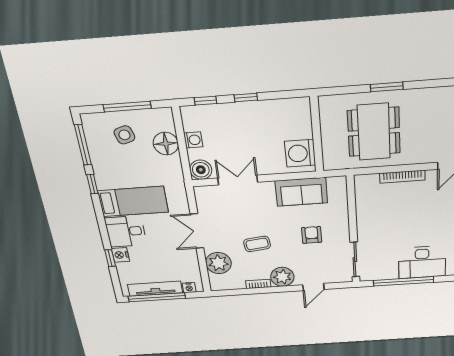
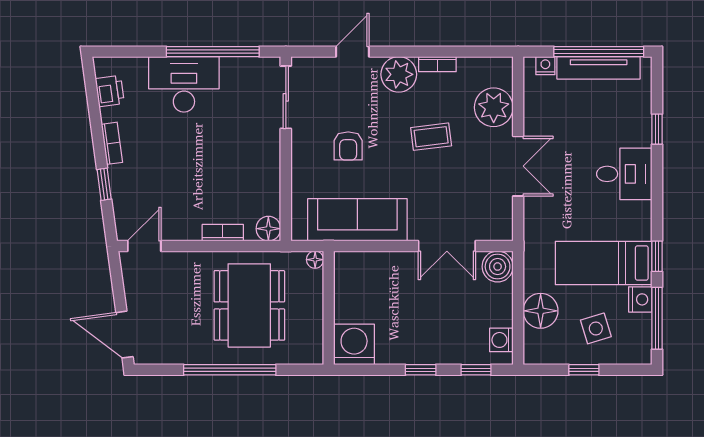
window: (387, 87) -> (230, 370), width x2.11
window: (127, 107) -> (584, 370), width x0.46
washing machine: (193, 140) -> (501, 340), moved
washing machine: (300, 153) -> (354, 344), moved, turned -90
floor lamp: (329, 165) -> (315, 260), added
bookcase: (402, 177) -> (223, 233), width x0.64
floor lamp: (362, 182) -> (268, 229), added
sofa: (301, 192) -> (357, 220), width x1.36
bed: (133, 201) -> (604, 263), moved
nightstand: (120, 255) -> (640, 299), moved

